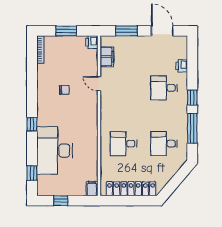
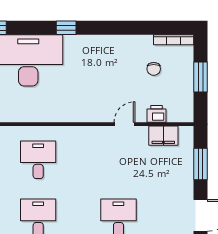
printer: (92, 42) -> (157, 114), moved
chair: (64, 90) -> (154, 69), moved

